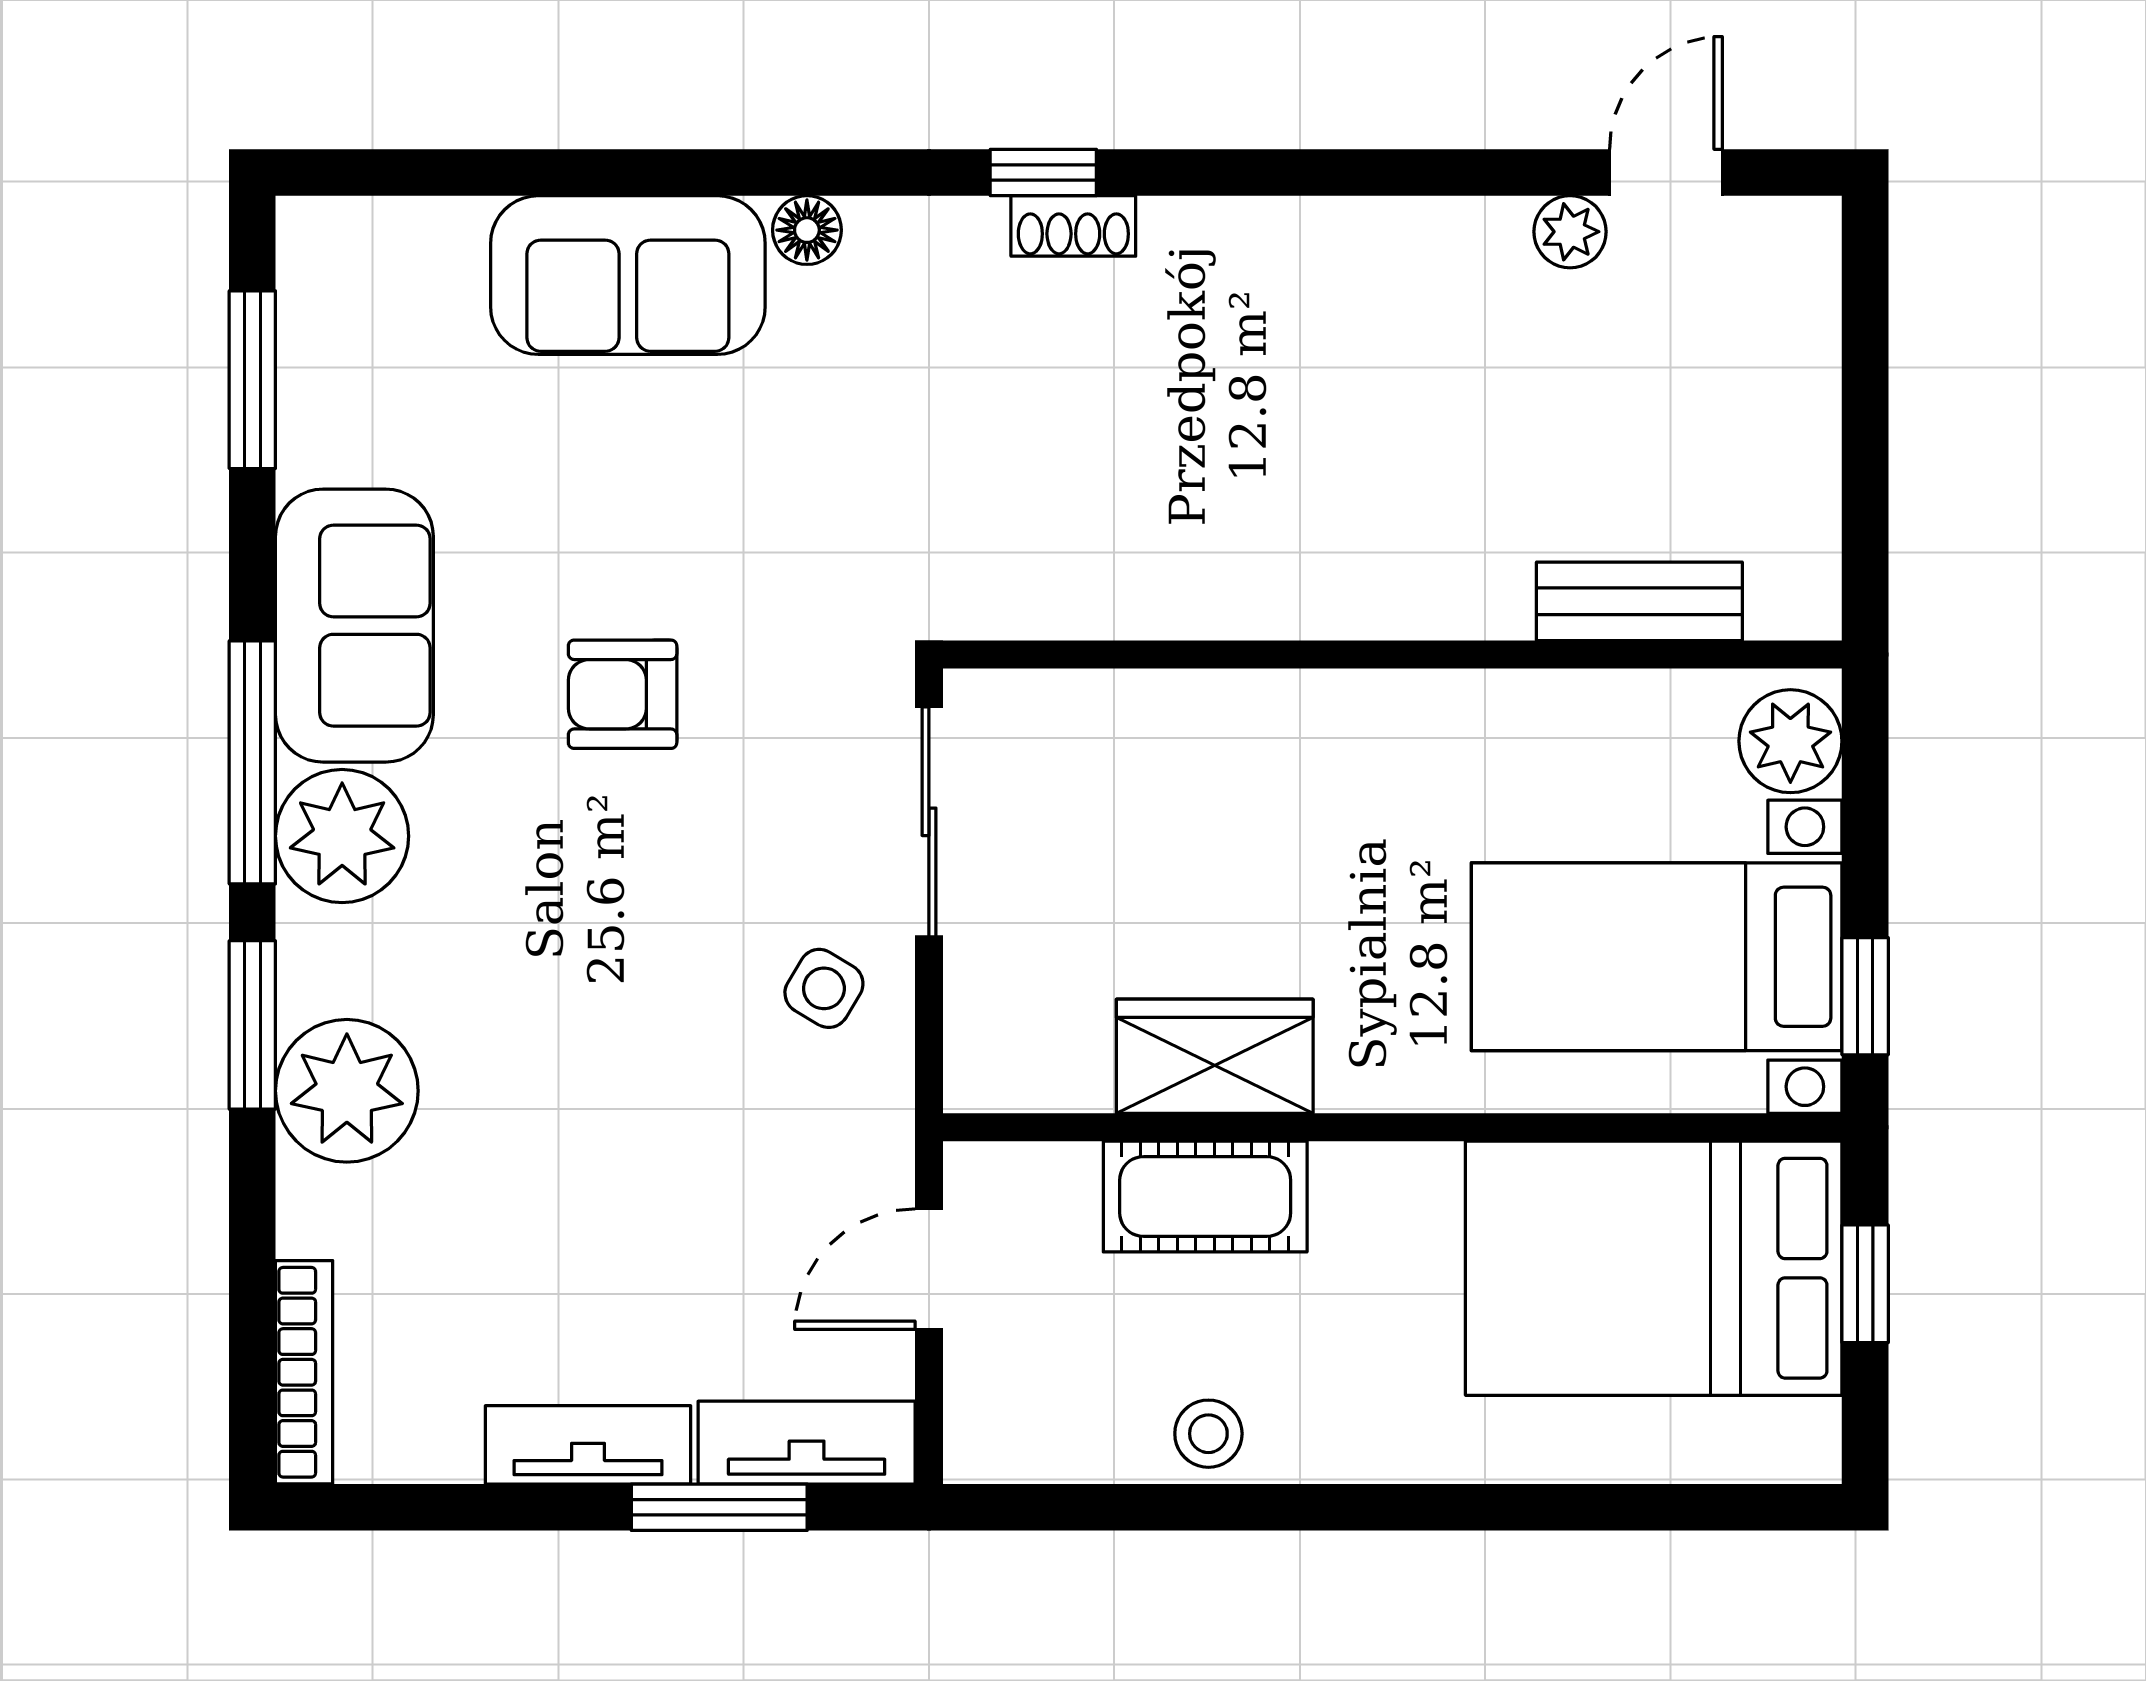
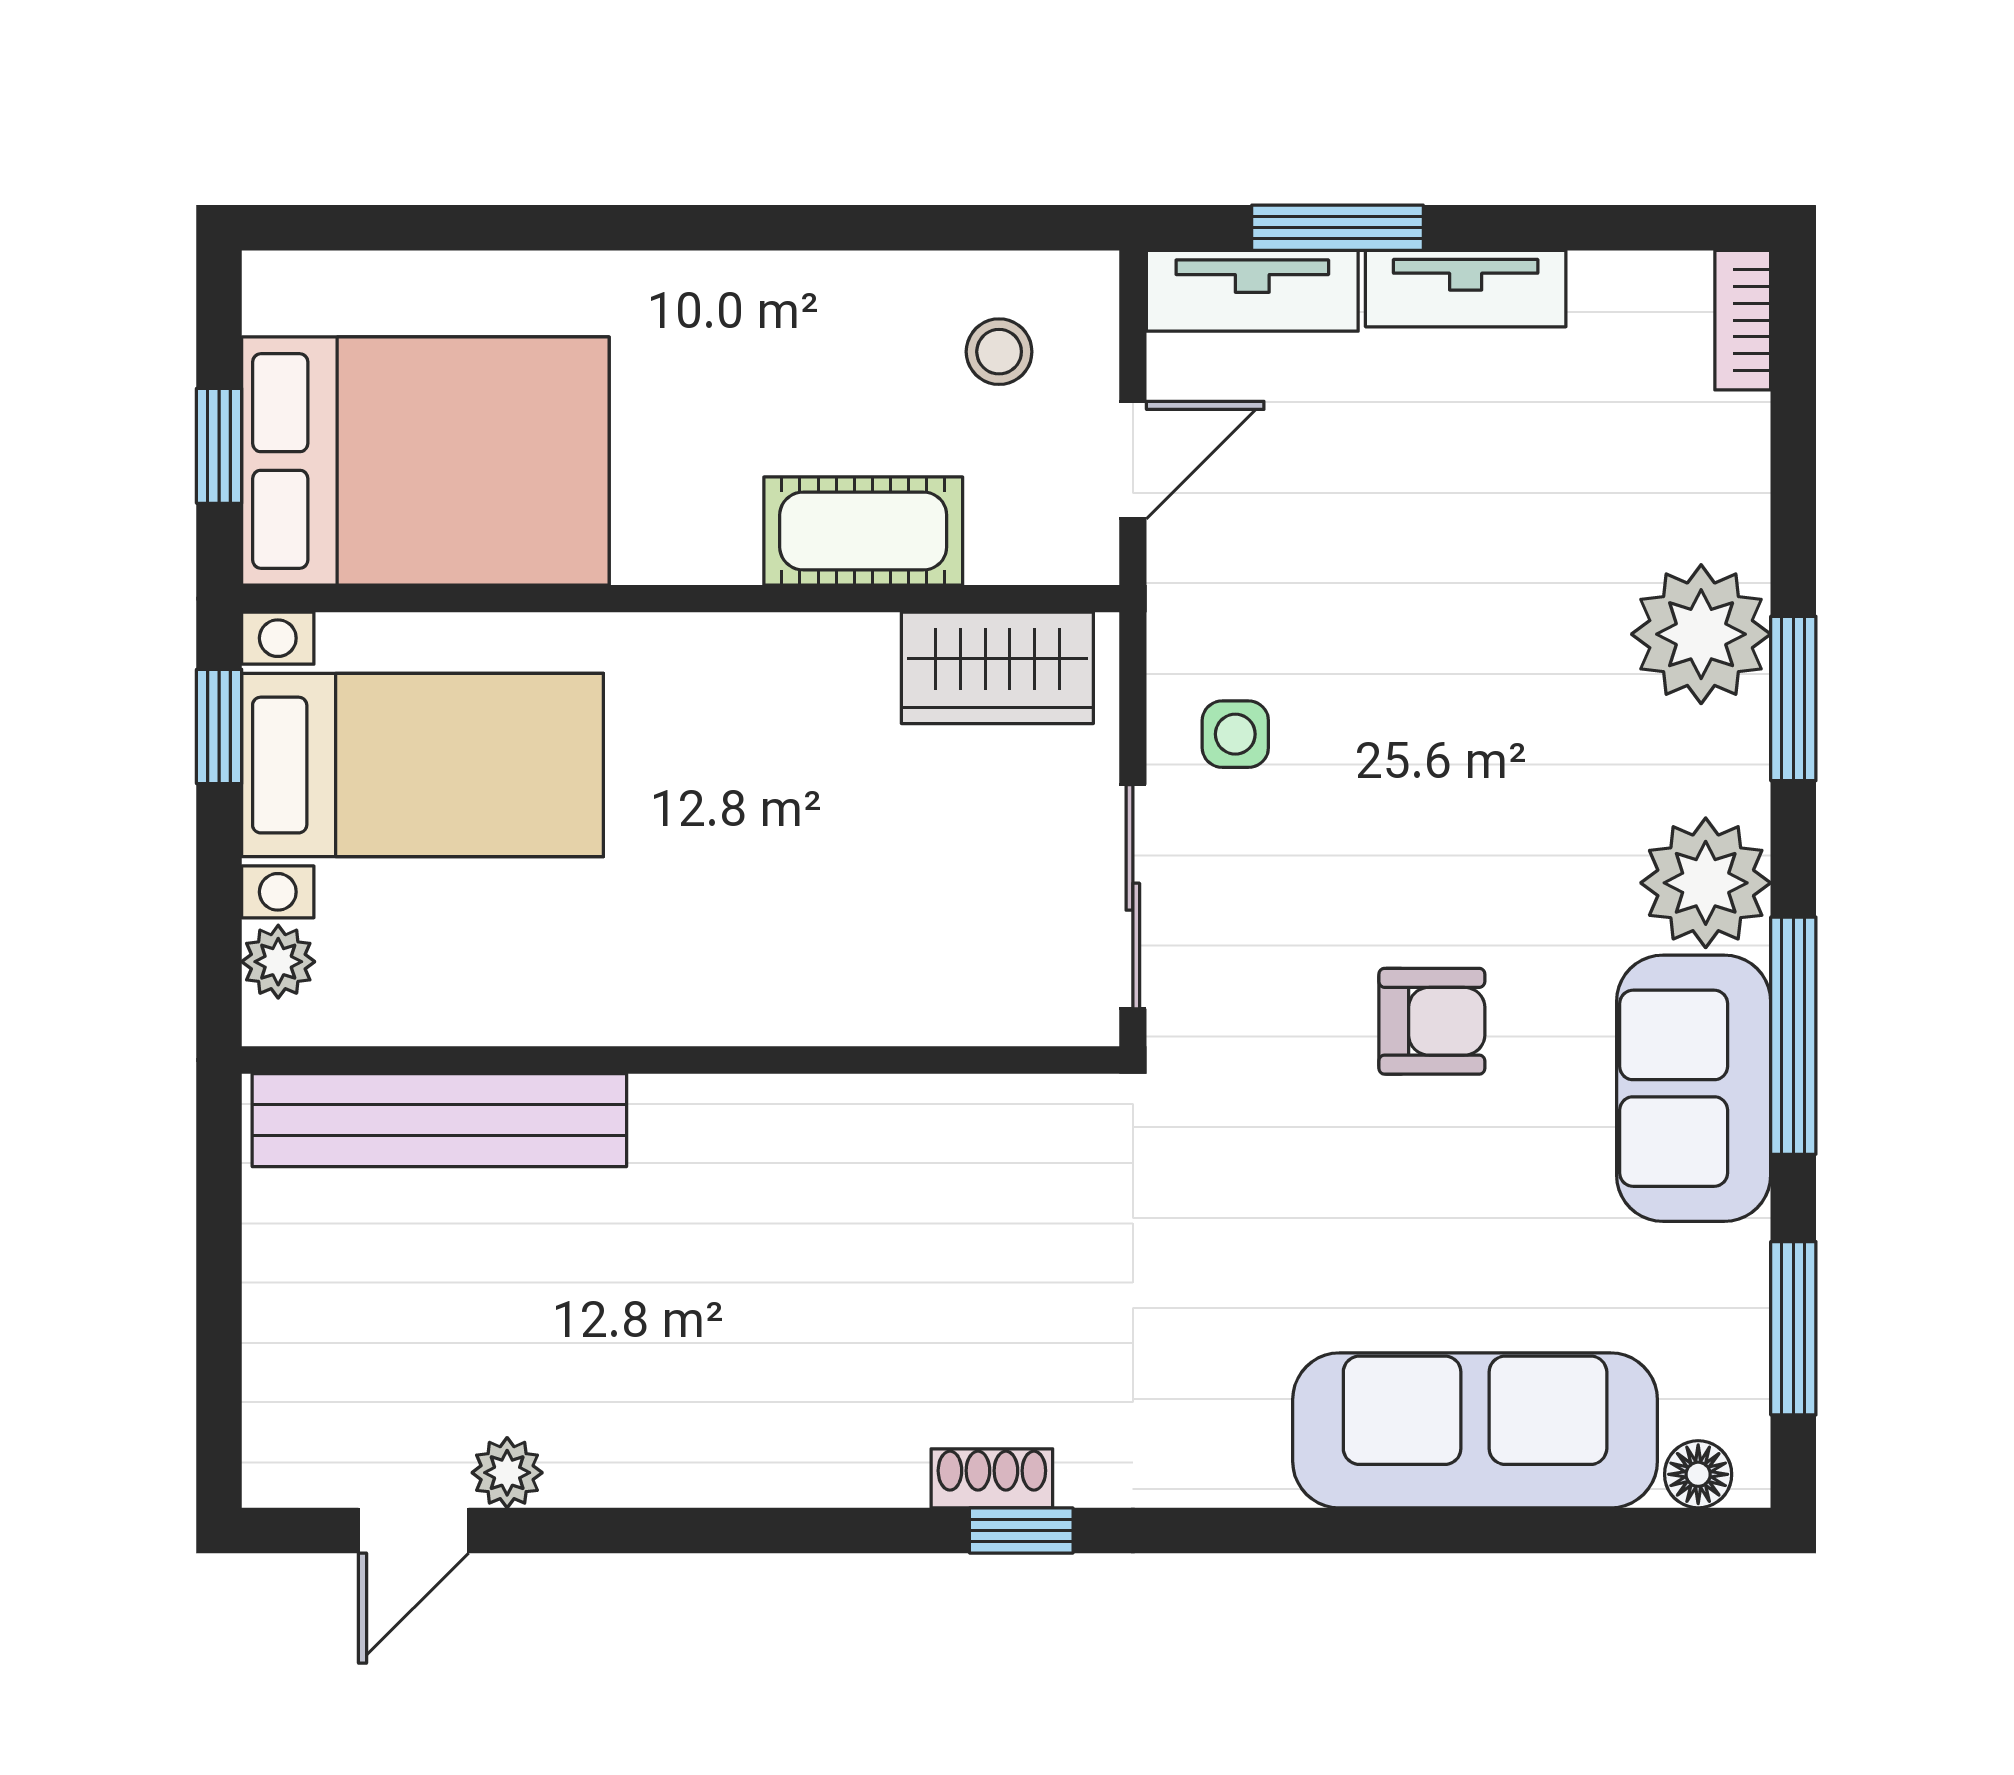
floor lamp: (807, 230) -> (1698, 1474), moved
sofa: (628, 275) -> (1475, 1430), width x1.36
bench: (1639, 601) -> (439, 1120), width x1.86, depth x1.21
plant: (1790, 741) -> (278, 962), width x0.73, depth x0.73
window: (252, 762) -> (1793, 1036), moved
side table: (824, 988) -> (1235, 734), turned -31
wardrobe: (1215, 1056) -> (997, 668), moved
bookcase: (304, 1372) -> (1743, 320), width x0.64
stool: (1208, 1434) -> (999, 352), moved

